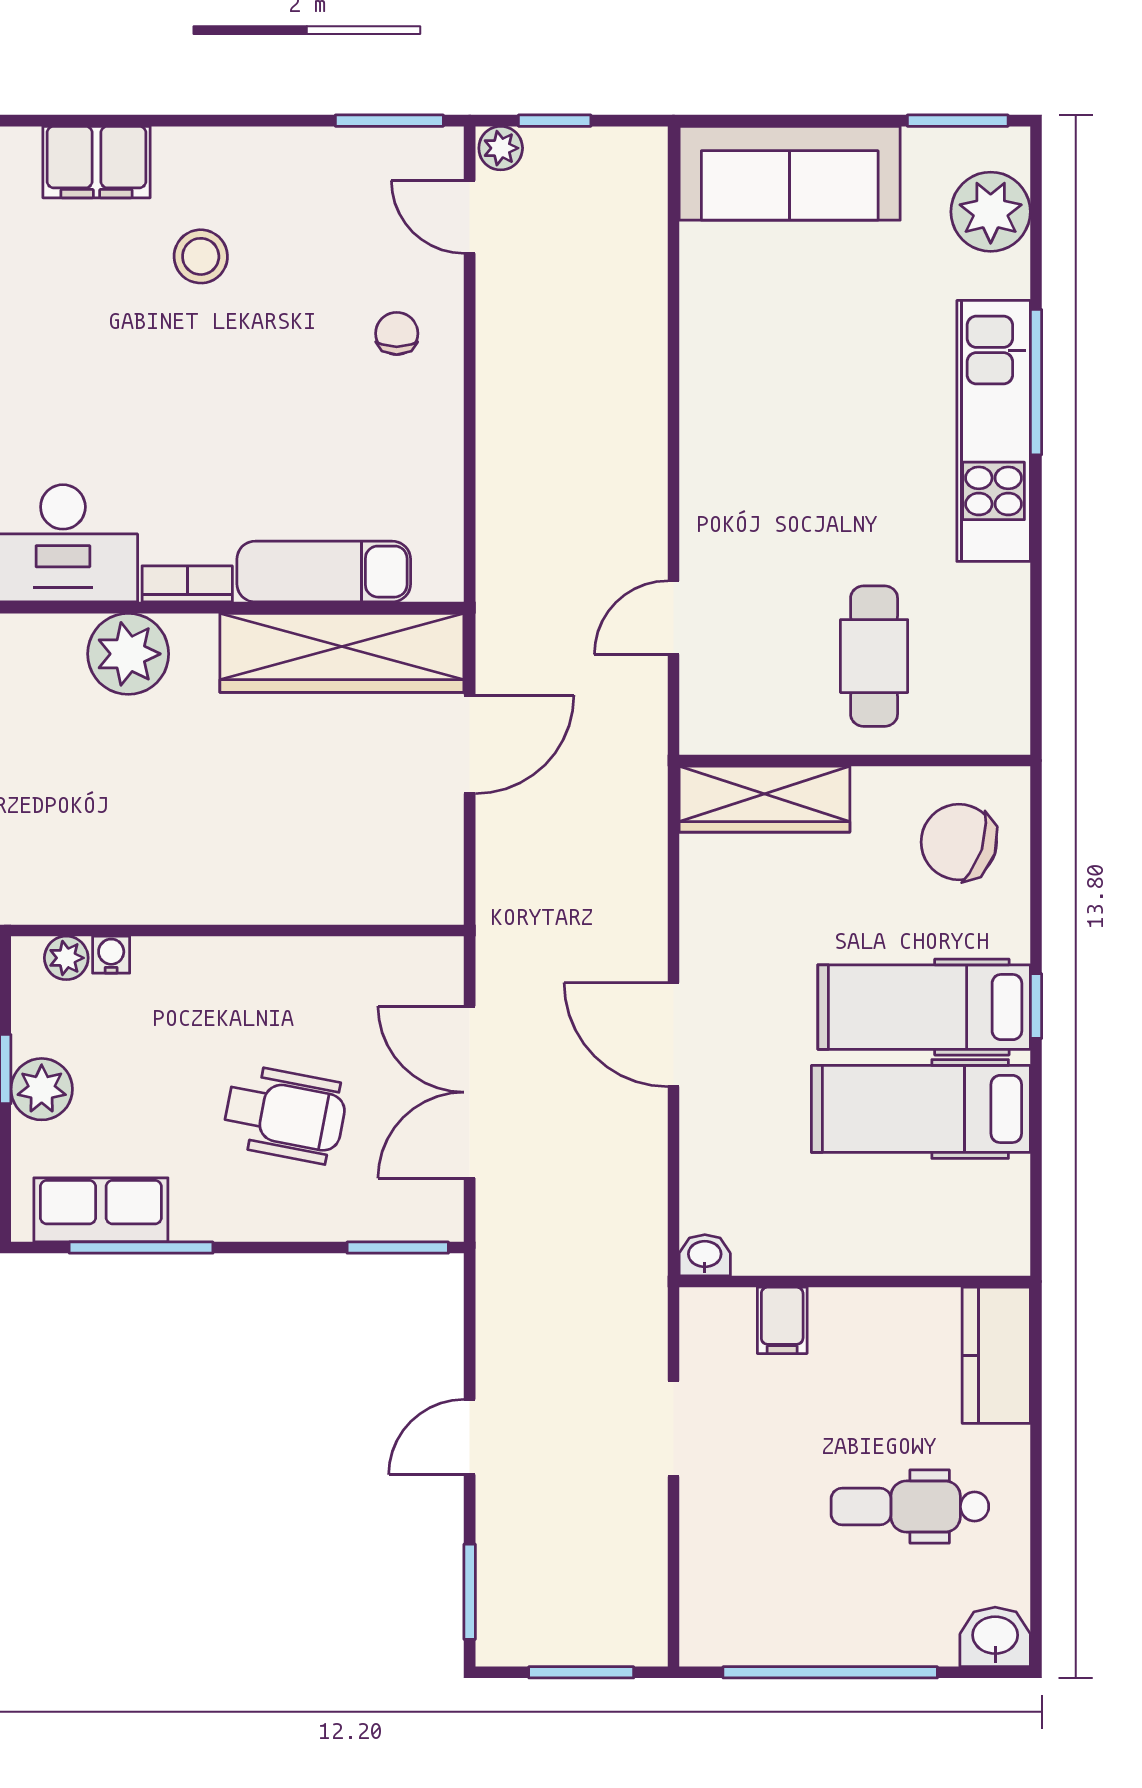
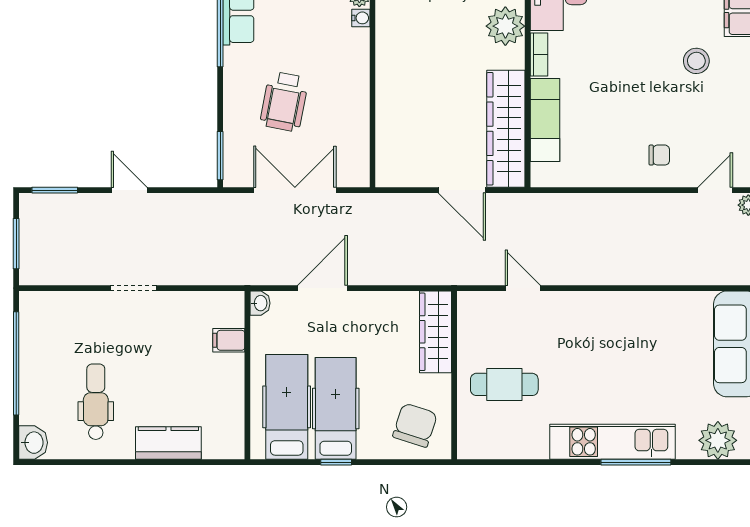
washbasin: (705, 1255) -> (260, 303), moved
wall: (855, 1282) -> (247, 375), moved
filing cabinet: (782, 1320) -> (229, 340), moved

